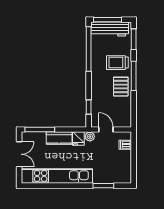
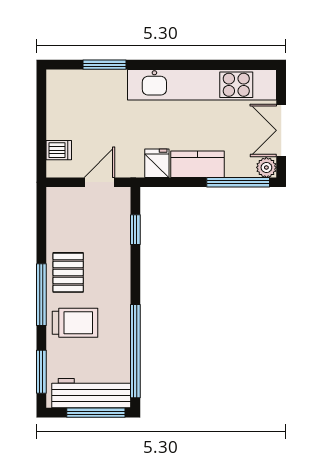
door: (106, 130) -> (99, 182), swing flipped
plant: (90, 137) -> (266, 167), moved

